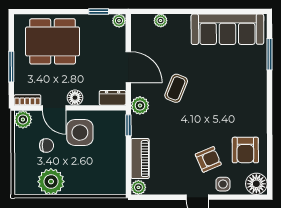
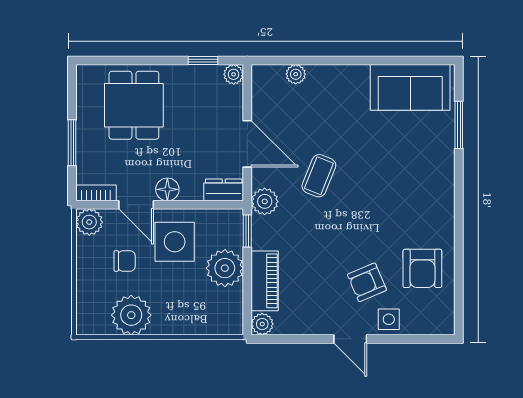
sofa: (227, 29) -> (410, 87), width x0.73
dining table: (53, 41) -> (134, 105), width x0.73
plant: (113, 150) -> (225, 268), added
armchair: (208, 159) -> (367, 282), turned 180
floor lamp: (256, 184) -> (439, 319), removed

